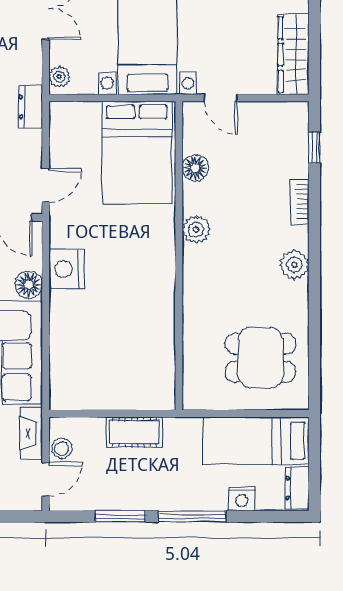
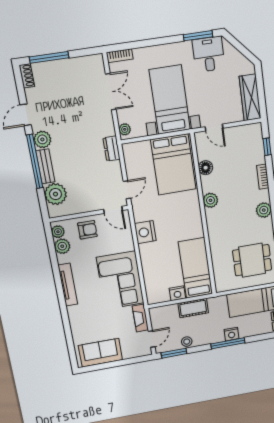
floor lamp: (29, 285) -> (127, 244), removed
bed: (150, 354) -> (196, 268), added
nightstand: (109, 397) -> (177, 293), added
stool: (62, 449) -> (187, 342), moved
nightstand: (242, 499) -> (232, 334), moved
window: (120, 516) -> (174, 353), moved

